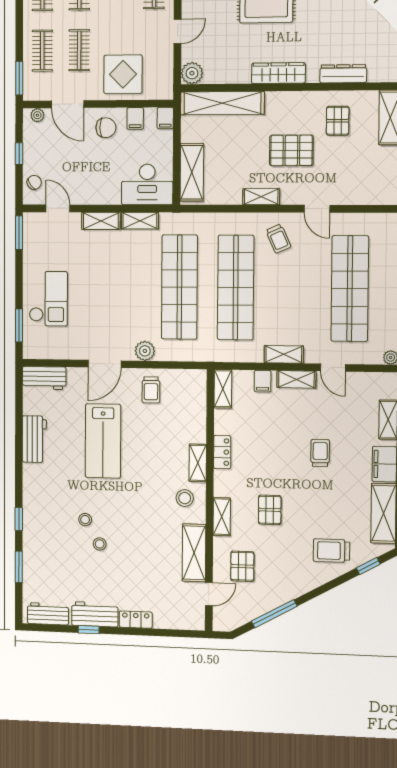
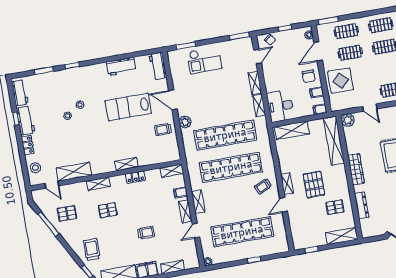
shelving: (261, 197) -> (287, 184), moved
stool: (185, 498) -> (35, 168), moved
pallet: (242, 566) -> (67, 213), moved

